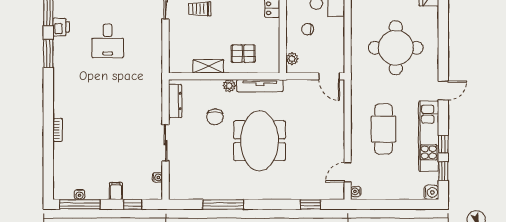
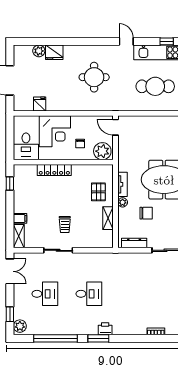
printer: (61, 27) -> (105, 329), moved
round table: (396, 48) -> (94, 77), width x0.73, depth x0.73
plant: (292, 59) -> (102, 151), width x1.88, depth x1.88
door: (329, 76) -> (116, 127), swing flipped
tv unit: (260, 86) -> (123, 184), width x0.71

